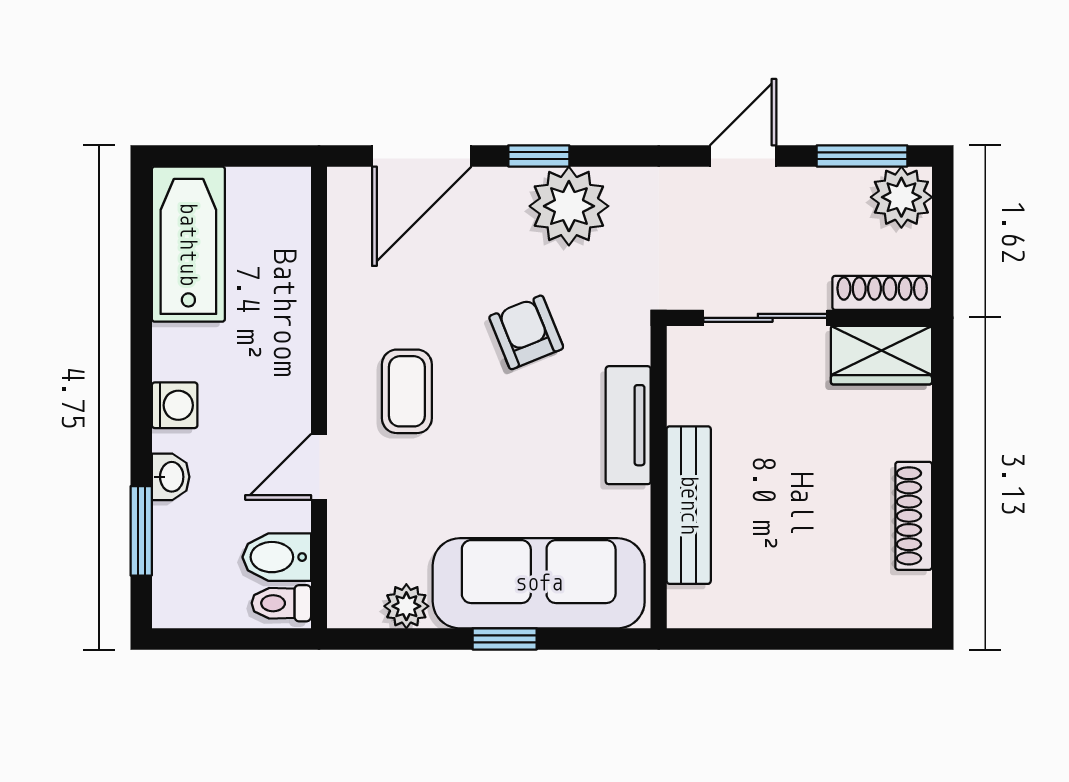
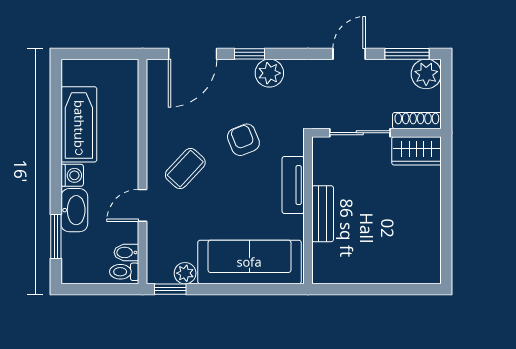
plant: (569, 206) -> (269, 73), width x0.73, depth x0.73
bathtub: (188, 244) -> (79, 124), moved
coffee table: (407, 391) -> (185, 169), turned 43
washbasin: (171, 477) -> (74, 210), width x1.91, depth x1.45
bench: (689, 505) -> (323, 214), width x0.73
shoe rack: (914, 516) -> (432, 229), removed
bidet: (277, 557) -> (126, 252), width x0.72, depth x0.74
window: (505, 639) -> (170, 289), moved

